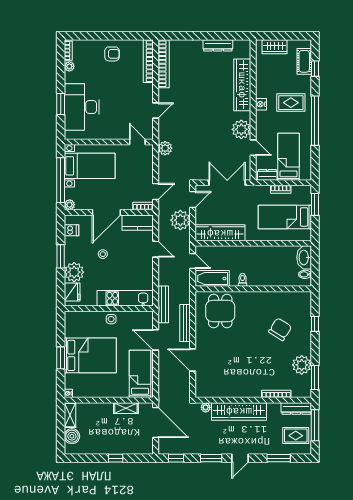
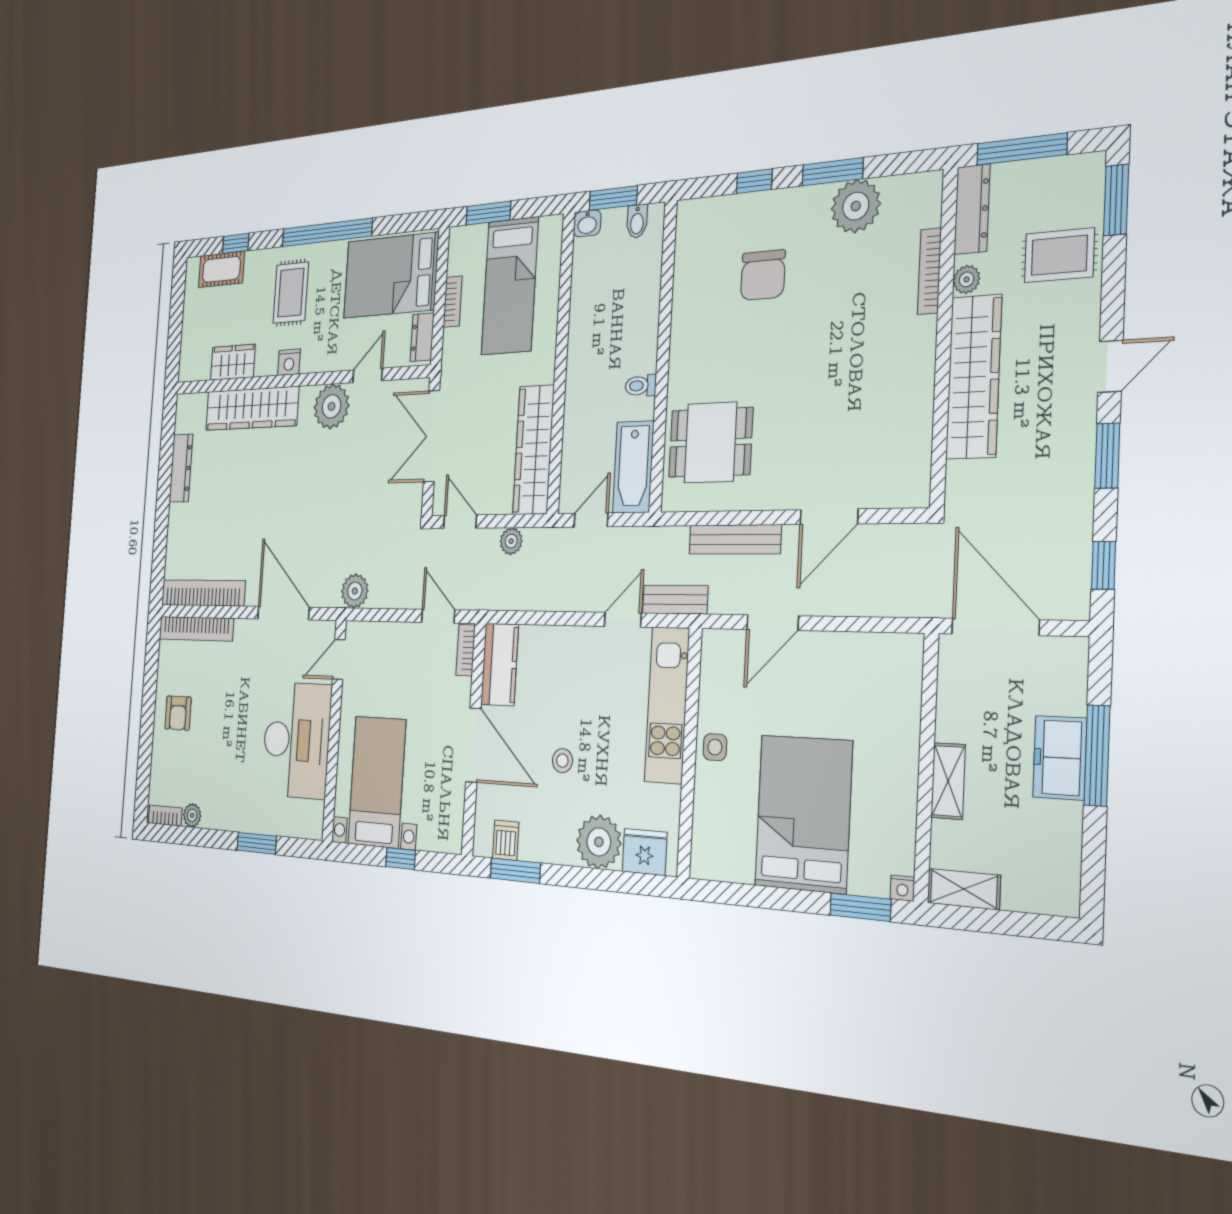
wardrobe: (275, 47) -> (233, 362), moved, turned -90
armchair: (112, 54) -> (178, 713), turned 180
desk: (82, 107) -> (296, 740), moved, turned -90
door: (156, 110) -> (283, 613), width x1.88
bed: (289, 157) -> (391, 275), width x1.50
window: (61, 180) -> (400, 858), width x0.32
plant: (70, 205) -> (452, 840), removed
plant: (180, 220) -> (511, 541), width x0.53, depth x0.53
door: (156, 249) -> (623, 620), moved
window: (61, 256) -> (515, 871), moved
washbasin: (304, 257) -> (587, 223), width x0.52, depth x0.69
window: (315, 263) -> (613, 198), added
bench: (163, 304) -> (675, 600), width x0.73
chair: (280, 329) -> (763, 275), turned -122
window: (61, 358) -> (860, 907), moved
bed: (140, 374) -> (859, 670), removed
window: (315, 377) -> (833, 172), moved
plant: (206, 407) -> (967, 279), moved
shelving: (126, 408) -> (948, 781), moved
door: (156, 422) -> (995, 627), hinge flipped
boiler: (72, 436) -> (1026, 889), removed
rug: (296, 436) -> (1059, 255), moved, turned 90
freezer: (114, 446) -> (1060, 758), added
window: (116, 458) -> (1097, 755), width x2.17
door: (240, 458) -> (1110, 366), hinge flipped
window: (279, 458) -> (1116, 200), moved

